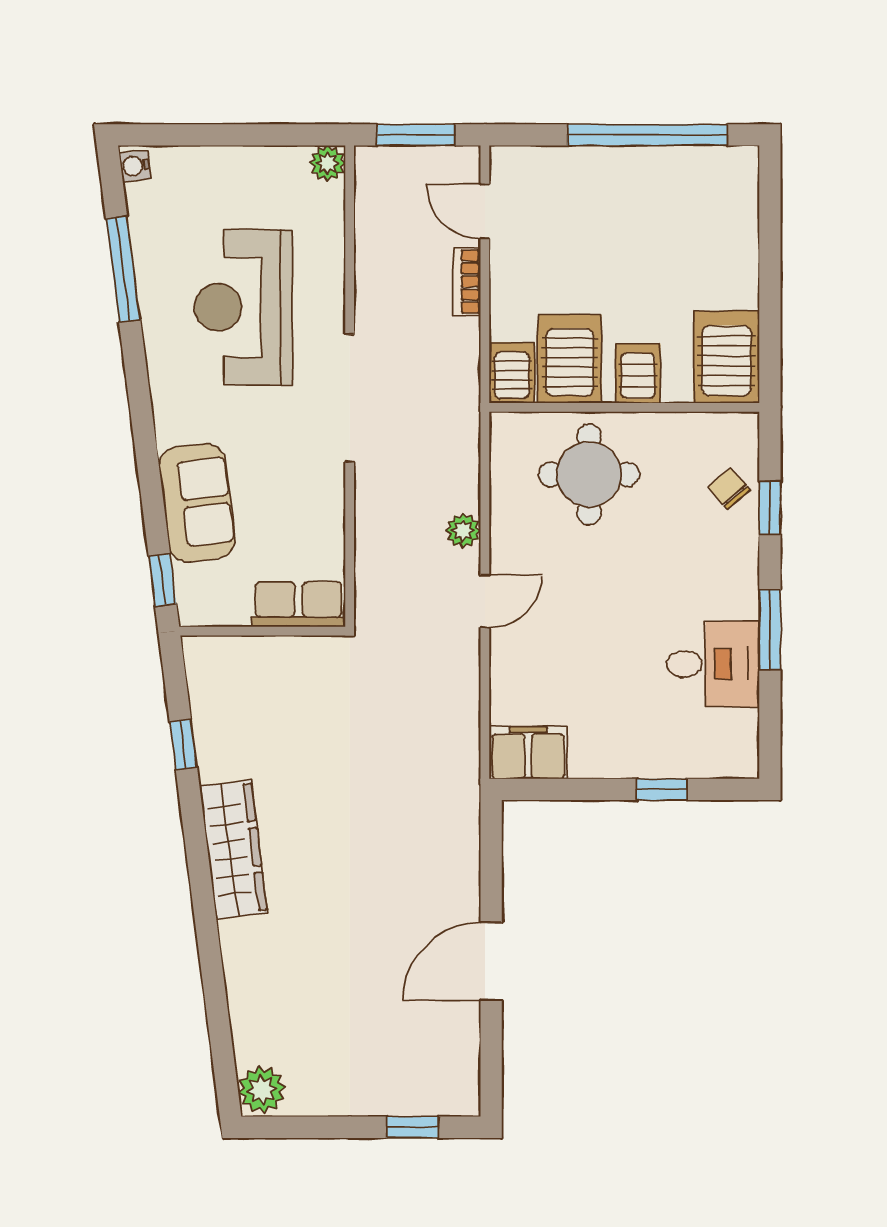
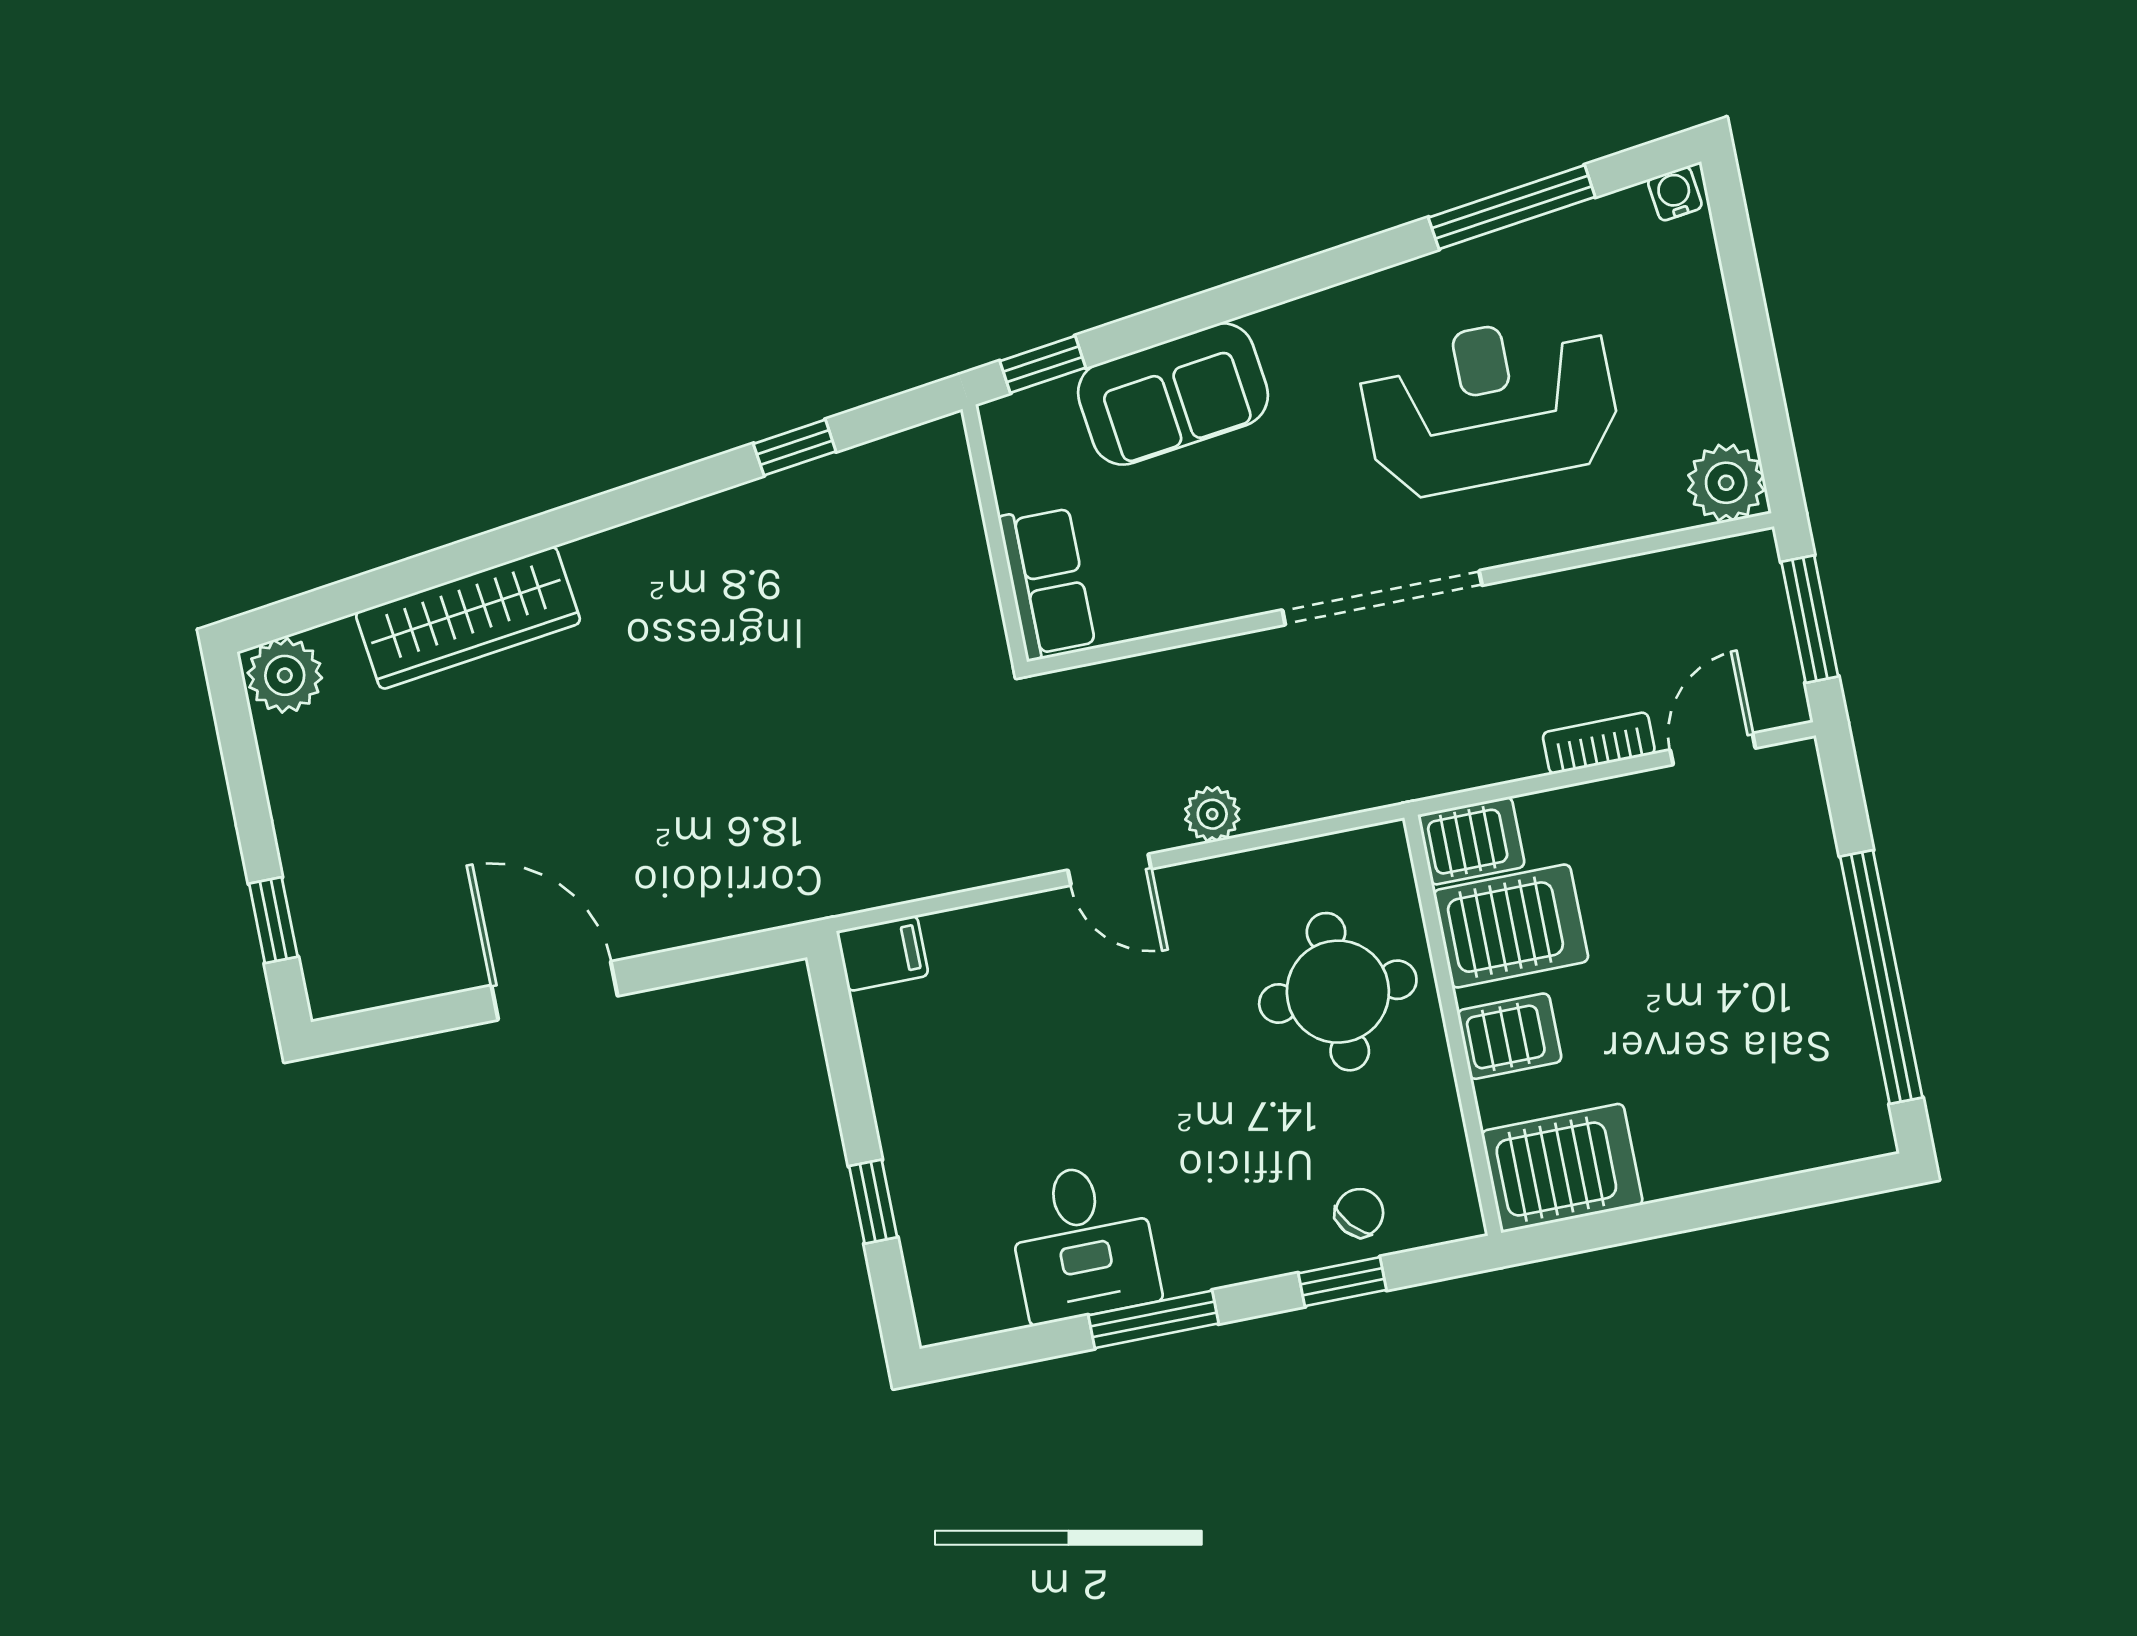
plant: (328, 163) -> (1726, 483), width x1.38, depth x1.38
filing cabinet: (528, 753) -> (882, 953), width x0.50
wardrobe: (234, 850) -> (468, 618), moved

